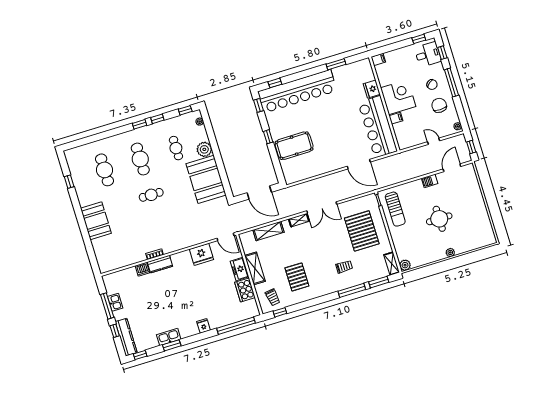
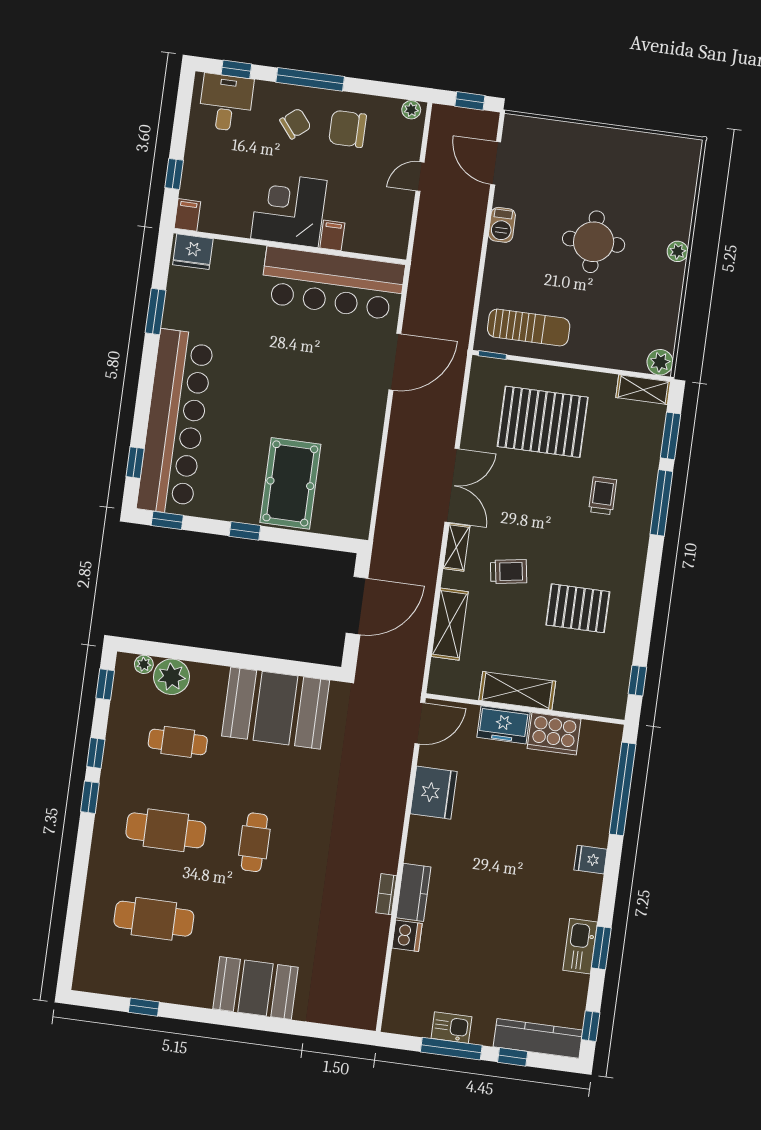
window: (419, 39) -> (174, 174), moved
fridge: (372, 89) -> (193, 252), moved
plant: (204, 149) -> (172, 677), moved
trolley: (273, 297) -> (509, 572), moved

